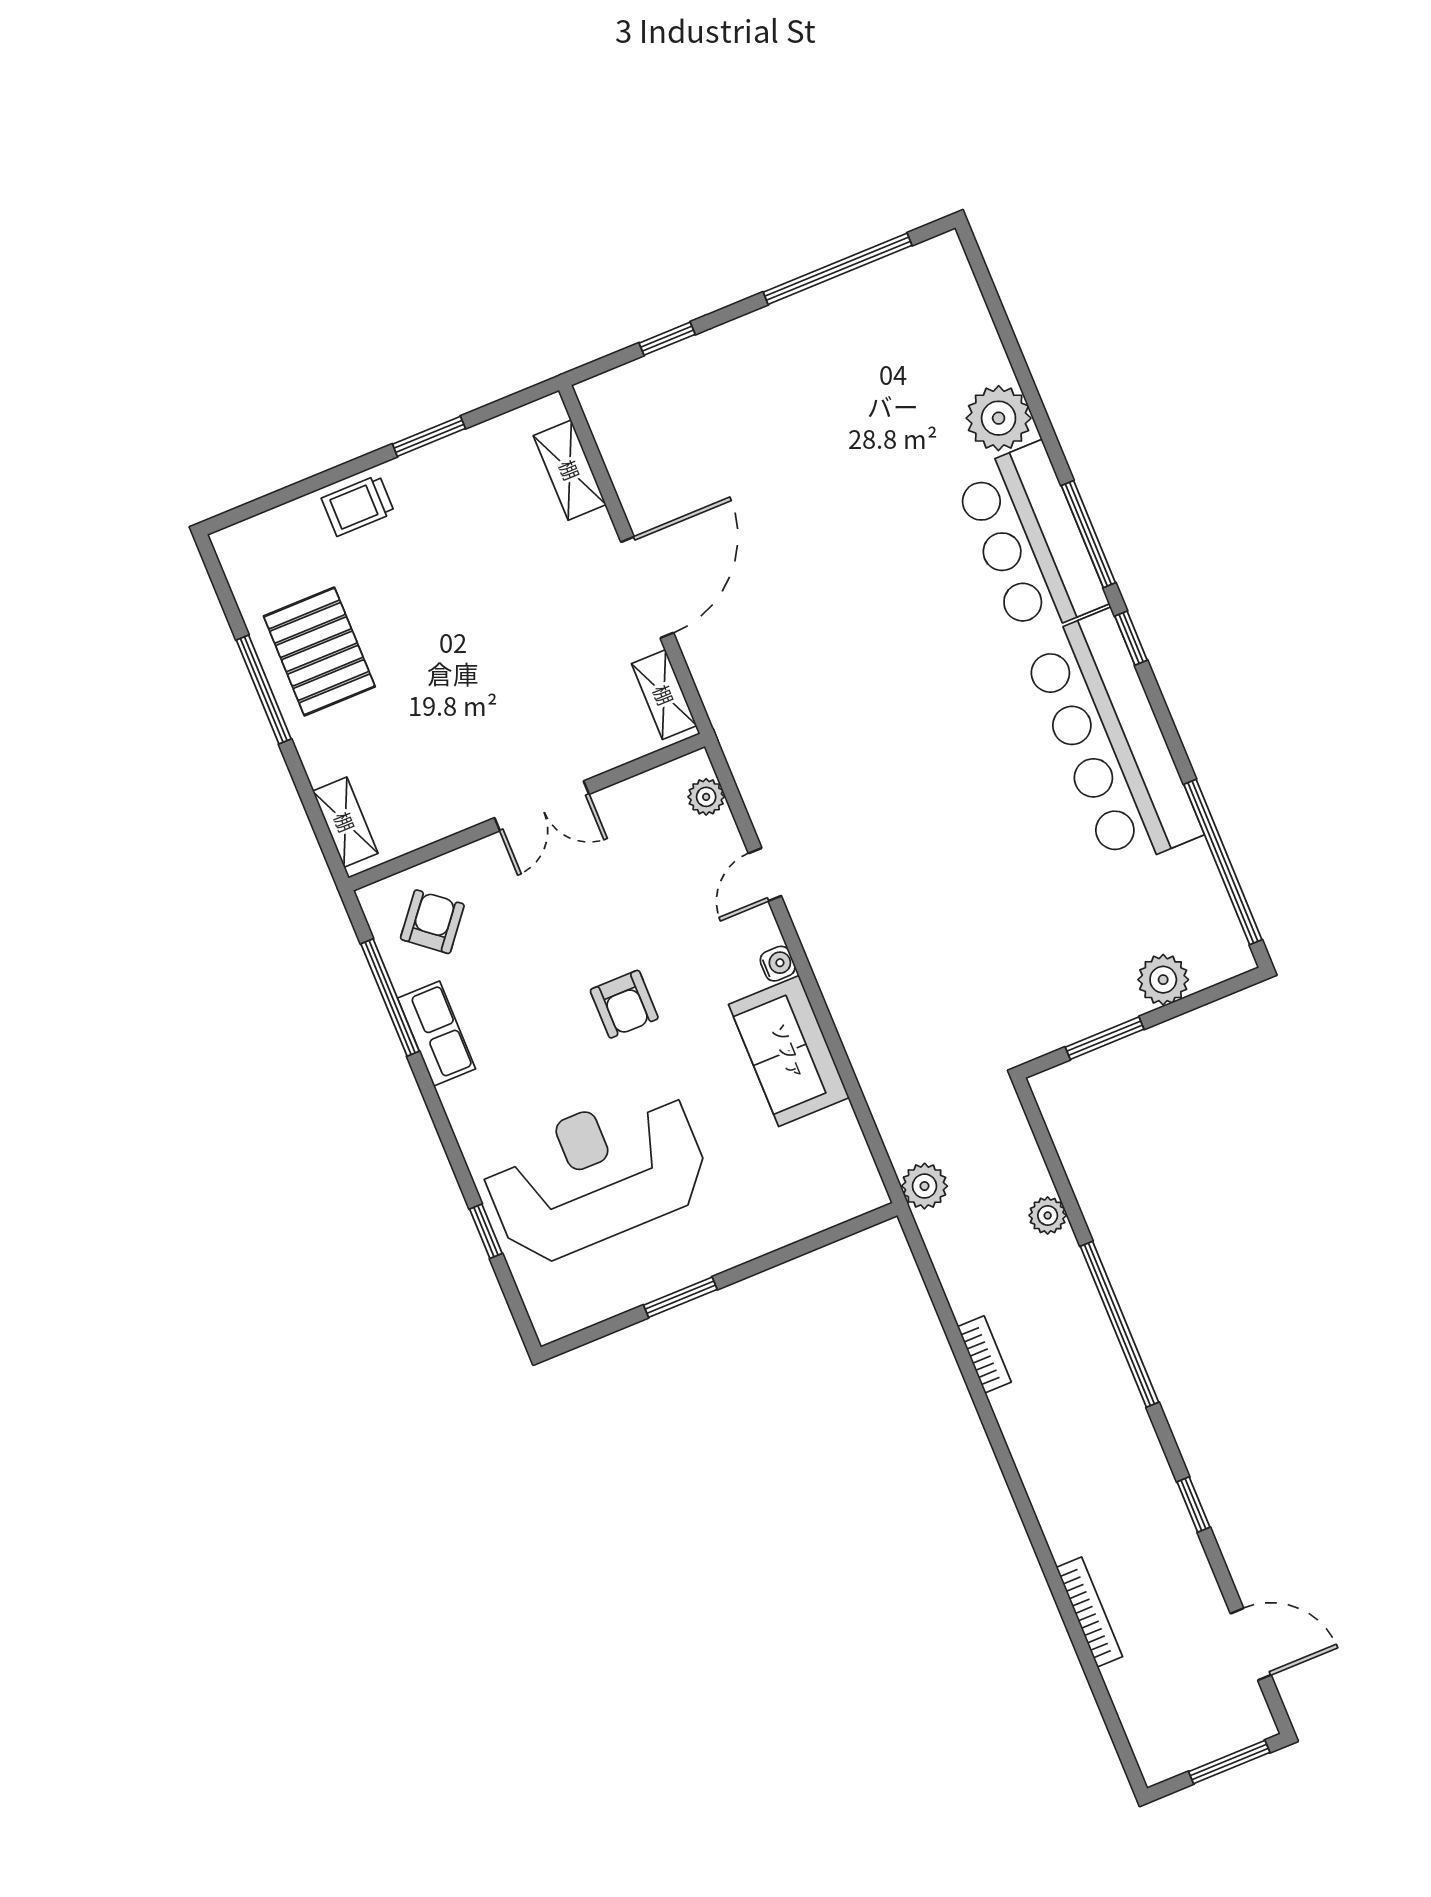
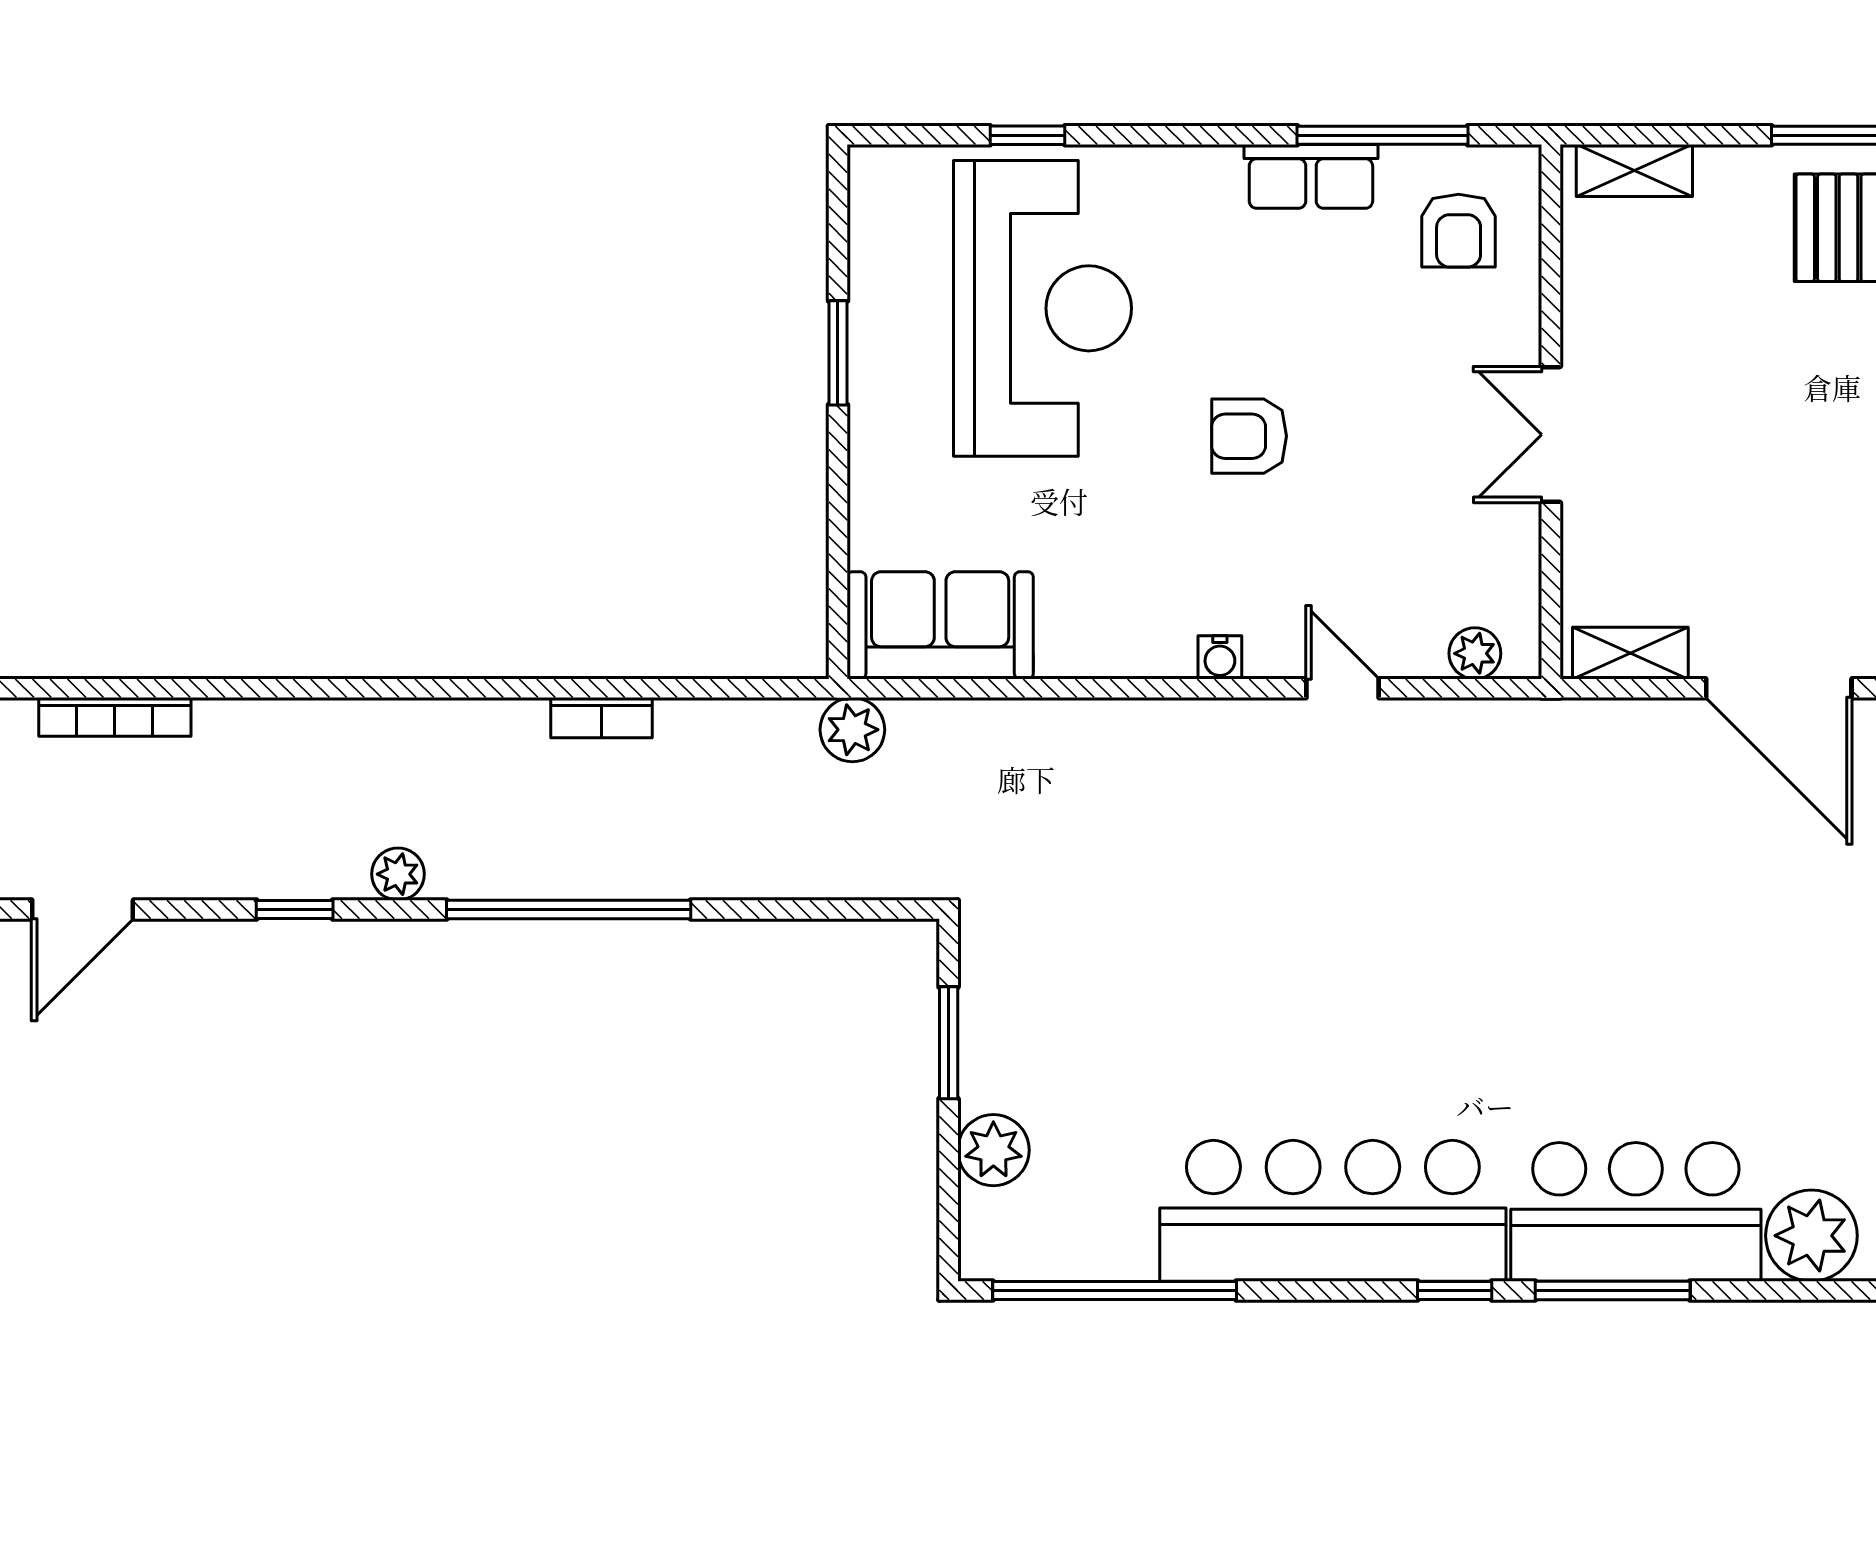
armchair: (432, 922) -> (1459, 231), turned 51
sofa: (789, 1051) -> (940, 625), moved
plant: (1048, 1215) -> (398, 874), moved
bookcase: (1089, 1612) -> (115, 717), moved

